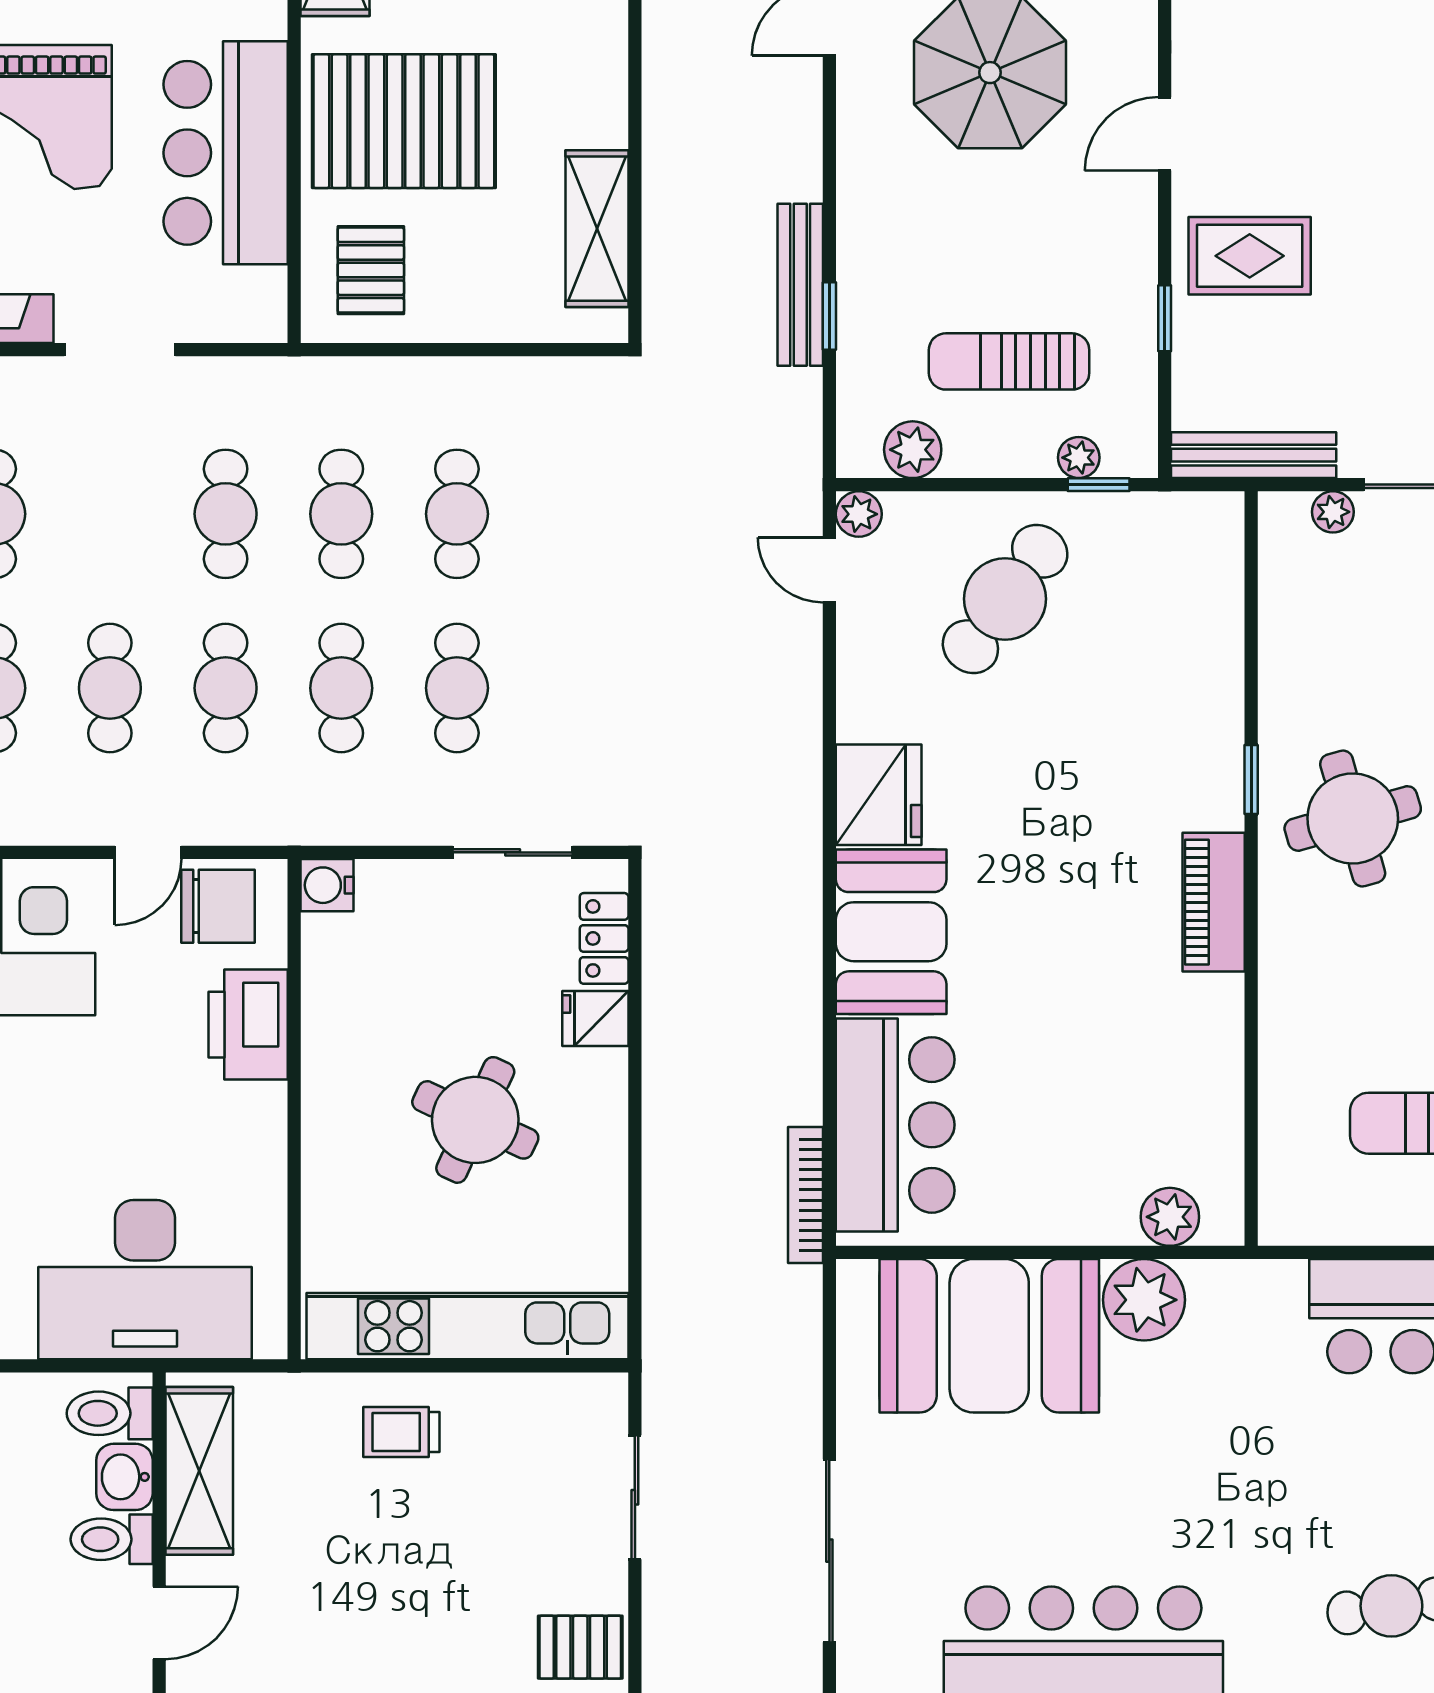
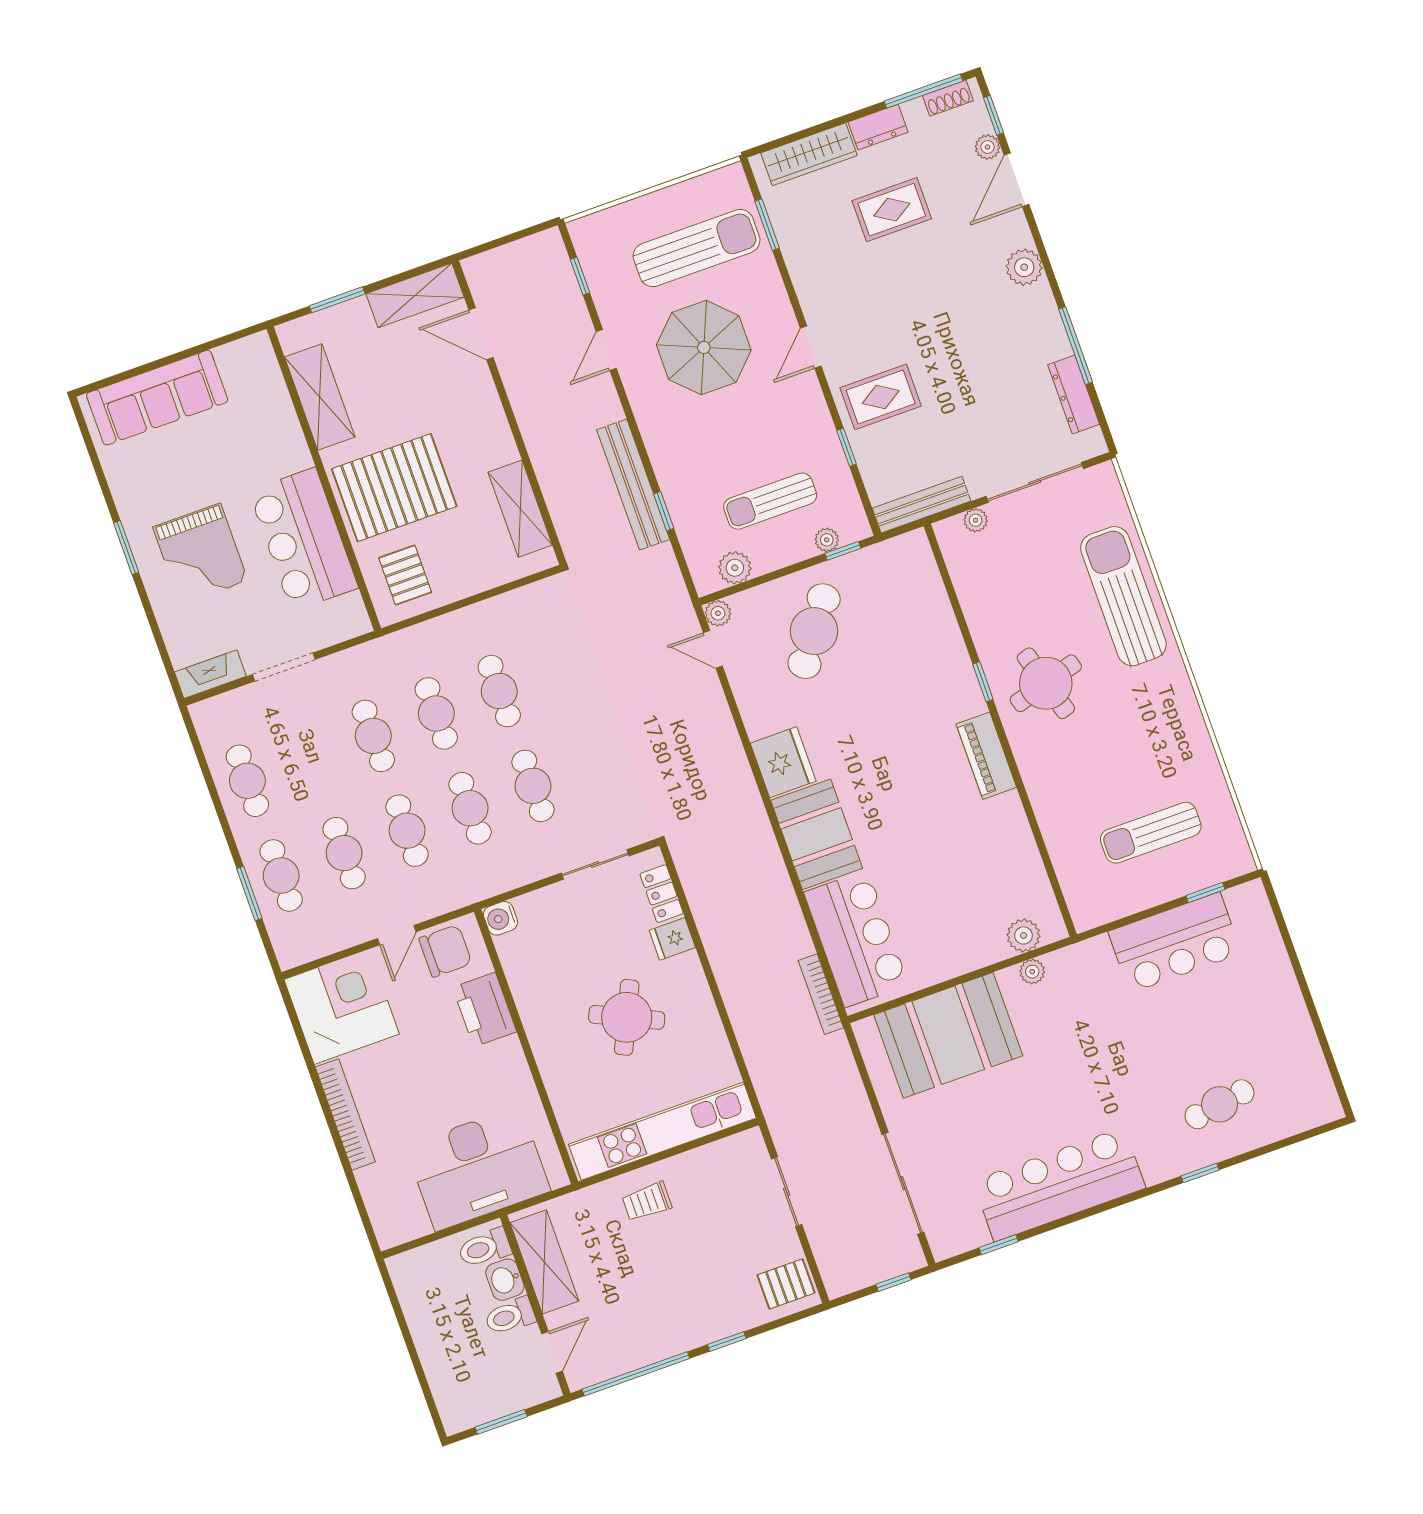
bench: (800, 285) -> (633, 485), width x1.37, depth x1.21
plant: (1144, 1300) -> (1032, 972), width x0.53, depth x0.53

